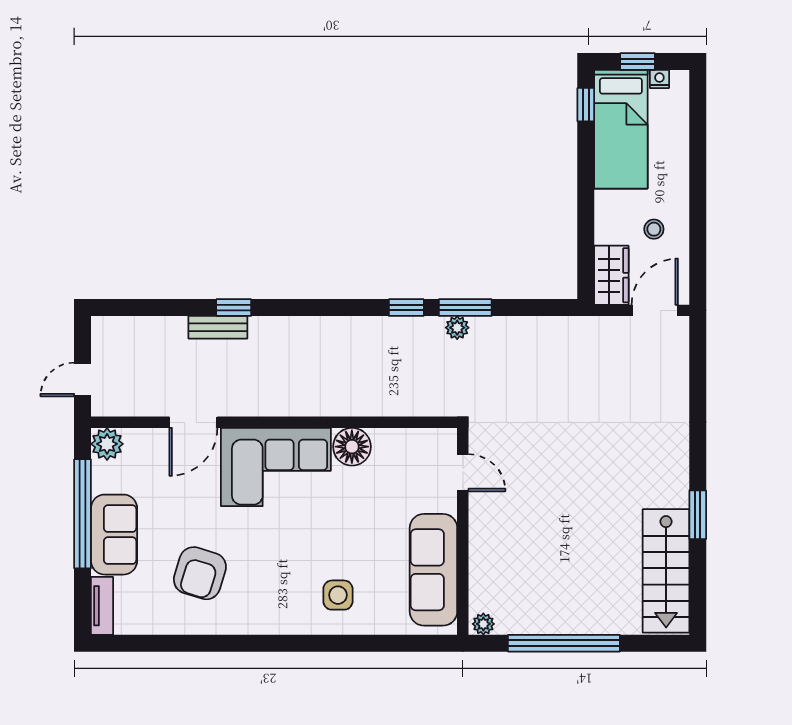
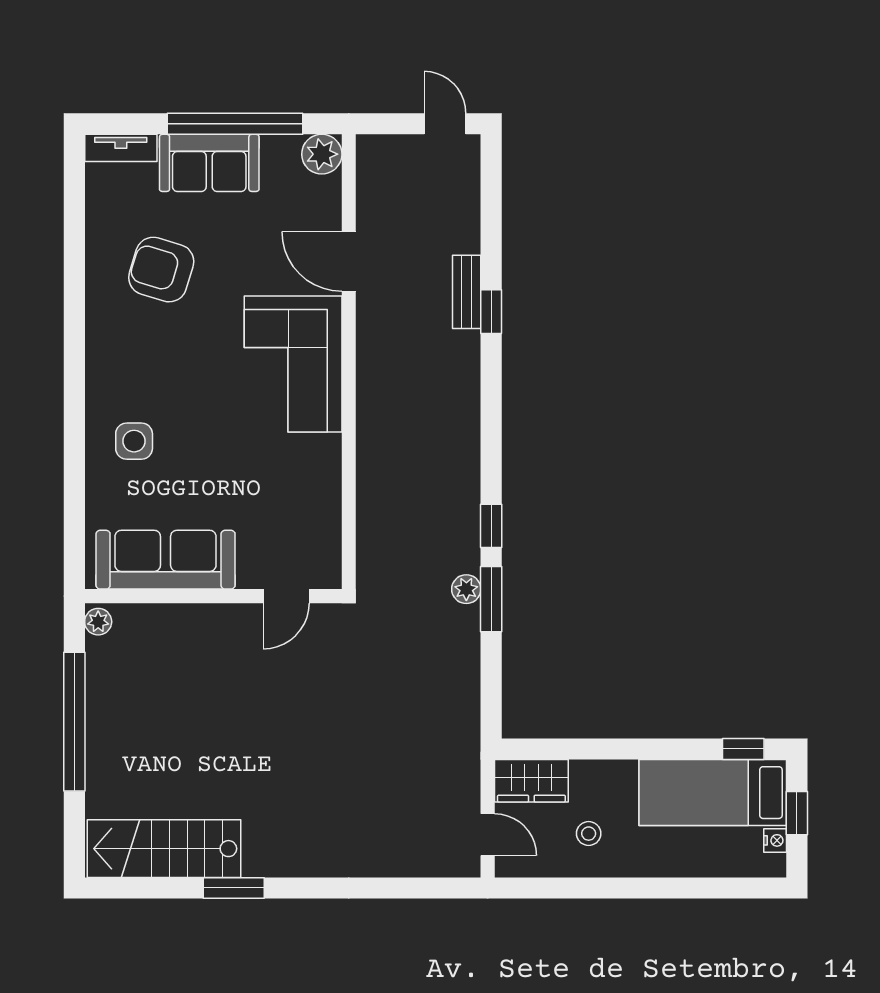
door: (655, 310) -> (488, 835), width x0.73
door: (83, 379) -> (445, 124), moved
floor lamp: (352, 447) -> (318, 458), removed

